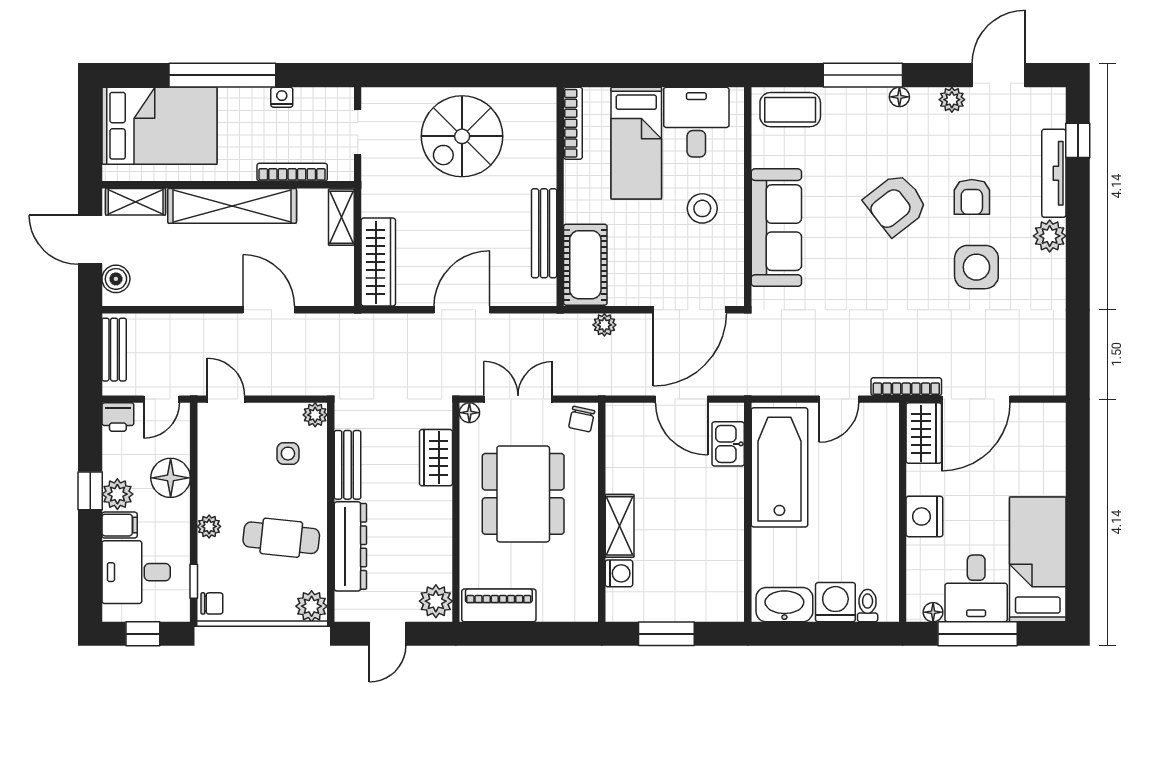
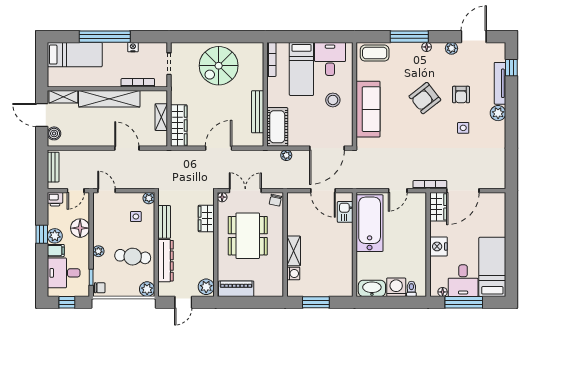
bed: (159, 126) -> (75, 55), width x0.67
shelving: (341, 217) -> (161, 117), moved
side table: (976, 267) -> (463, 128), width x0.54, depth x0.54

